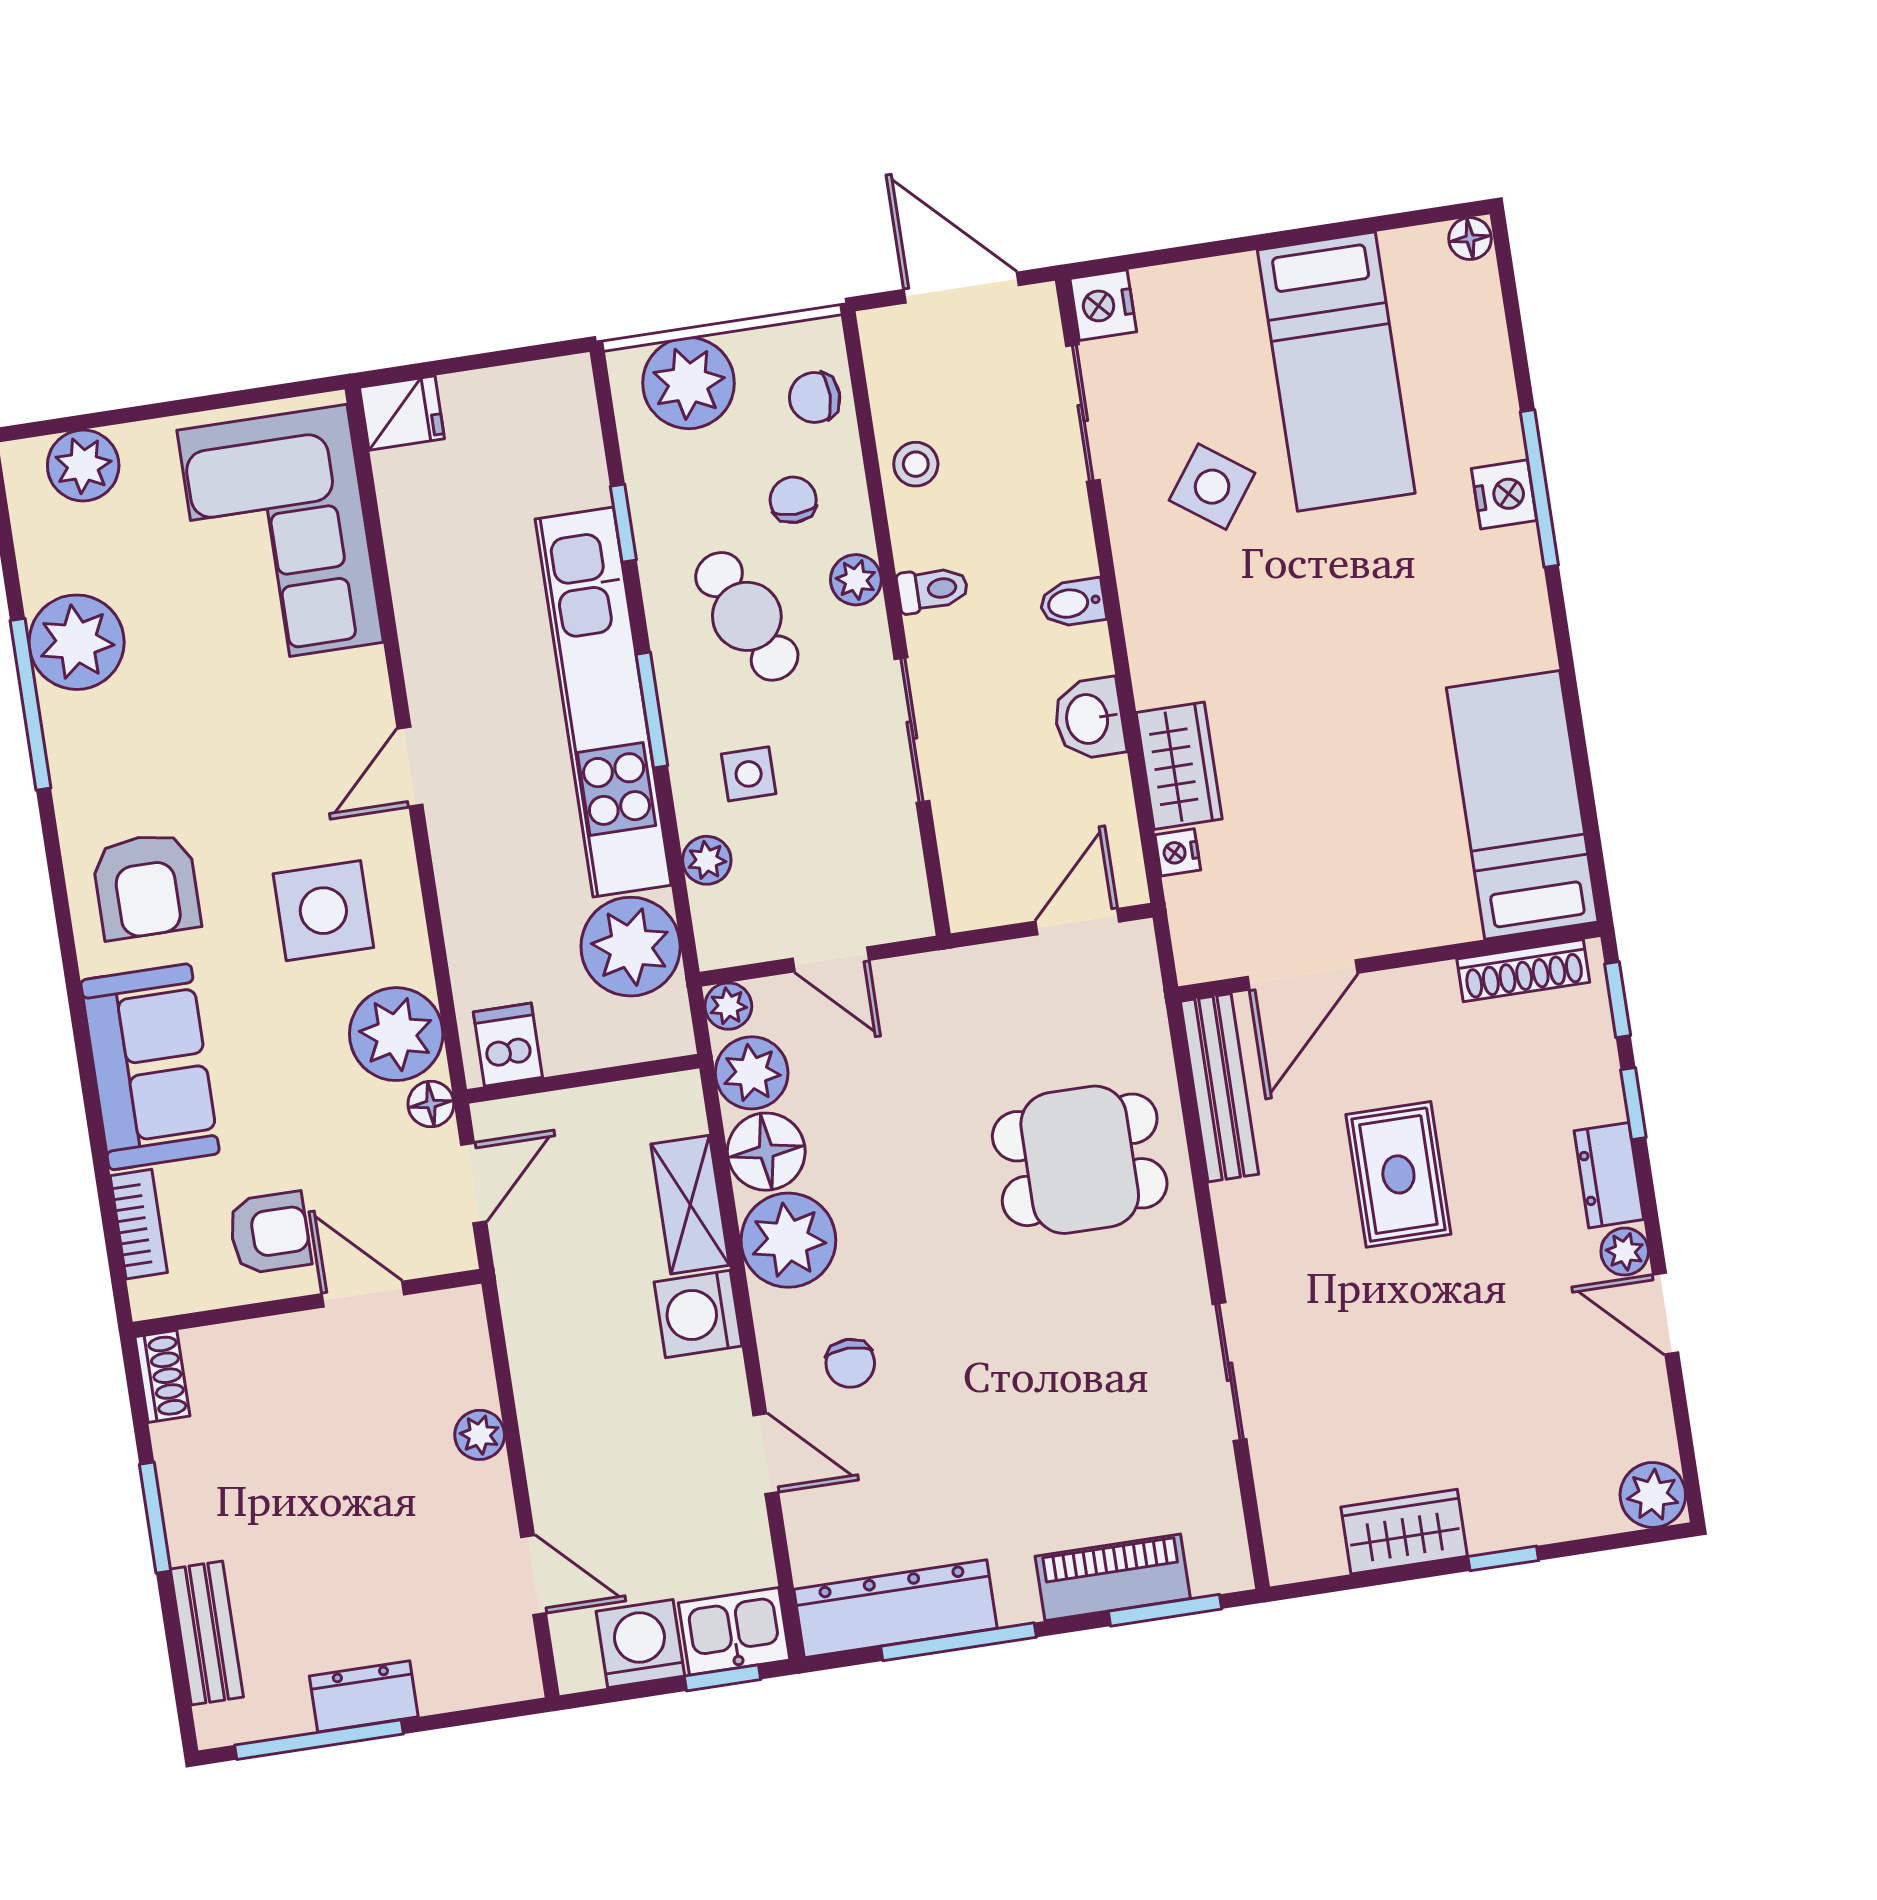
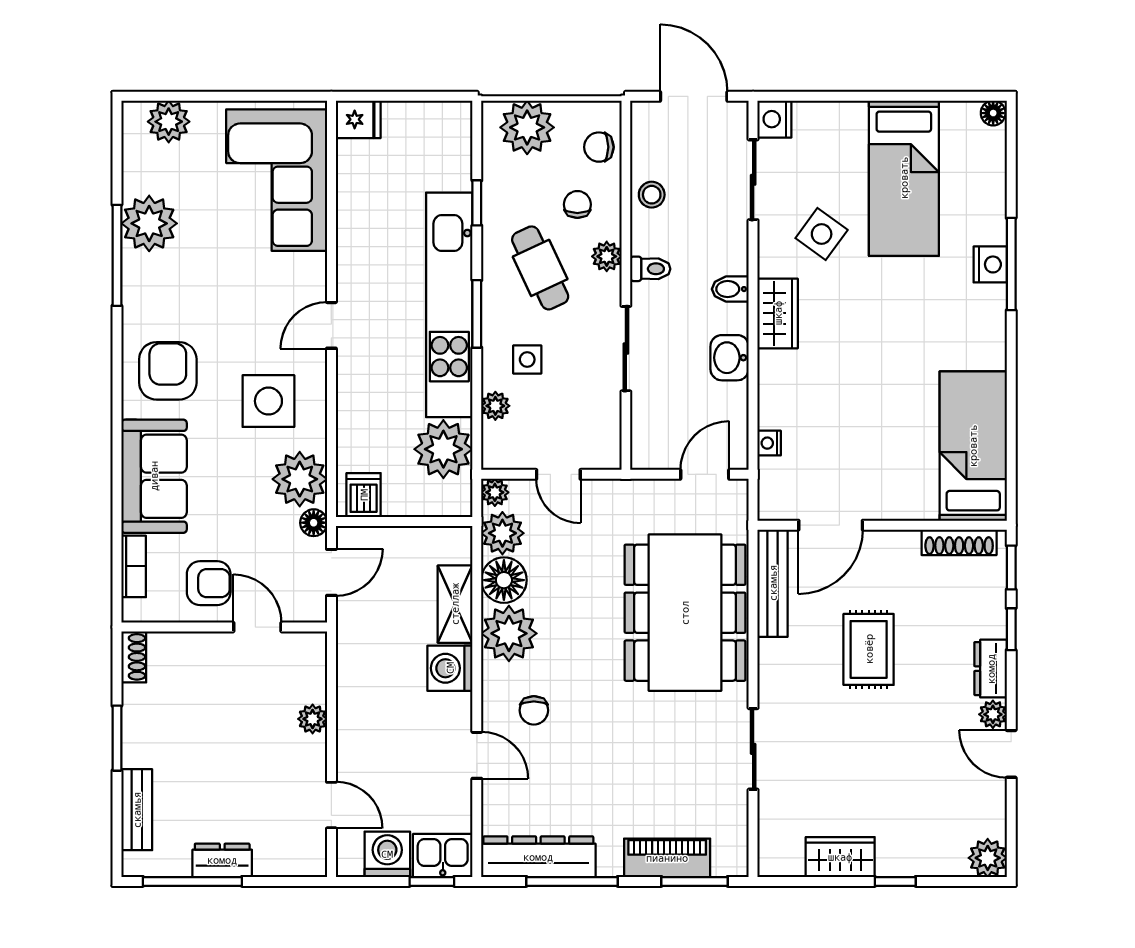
wardrobe: (1179, 766) -> (778, 313), moved
armchair: (146, 886) -> (168, 371), turned 180
dining table: (1080, 1160) -> (685, 613), width x1.88, depth x1.24

